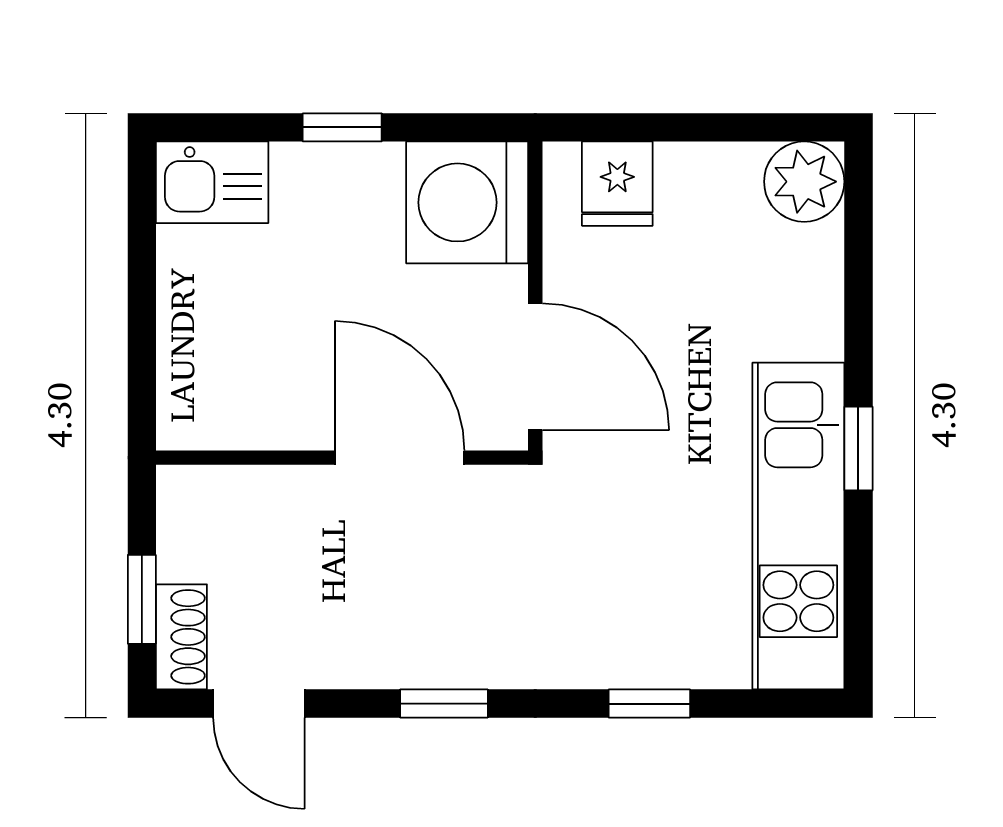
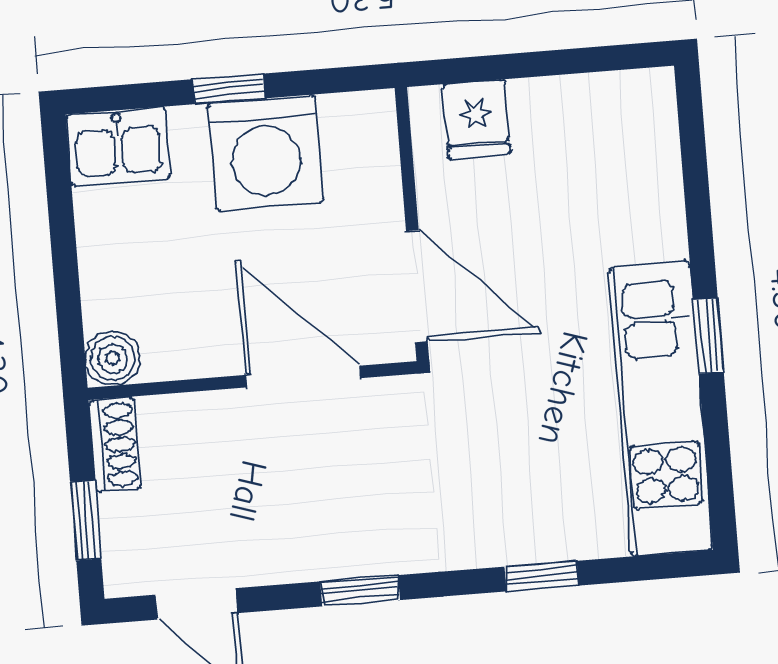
plant: (804, 182) -> (641, 104), removed
washing machine: (467, 202) -> (266, 153), moved, turned -90
boiler: (187, 420) -> (113, 358), added
shoe rack: (181, 637) -> (115, 445), moved

